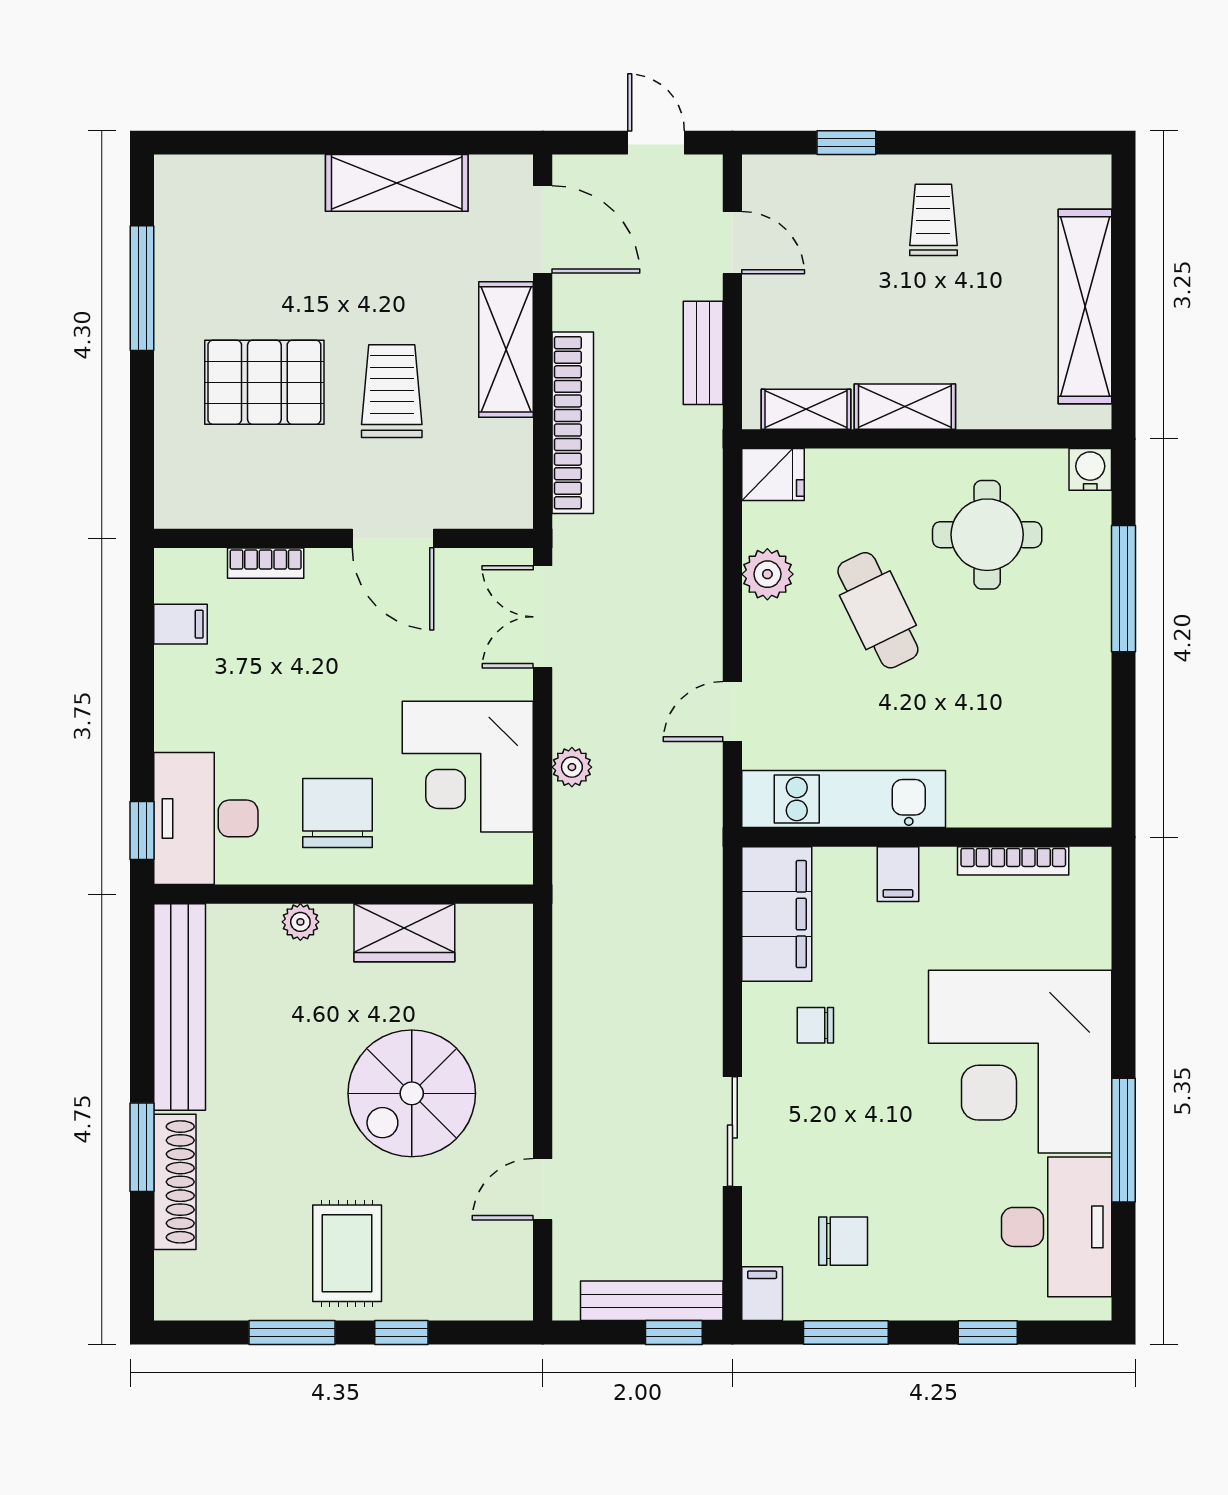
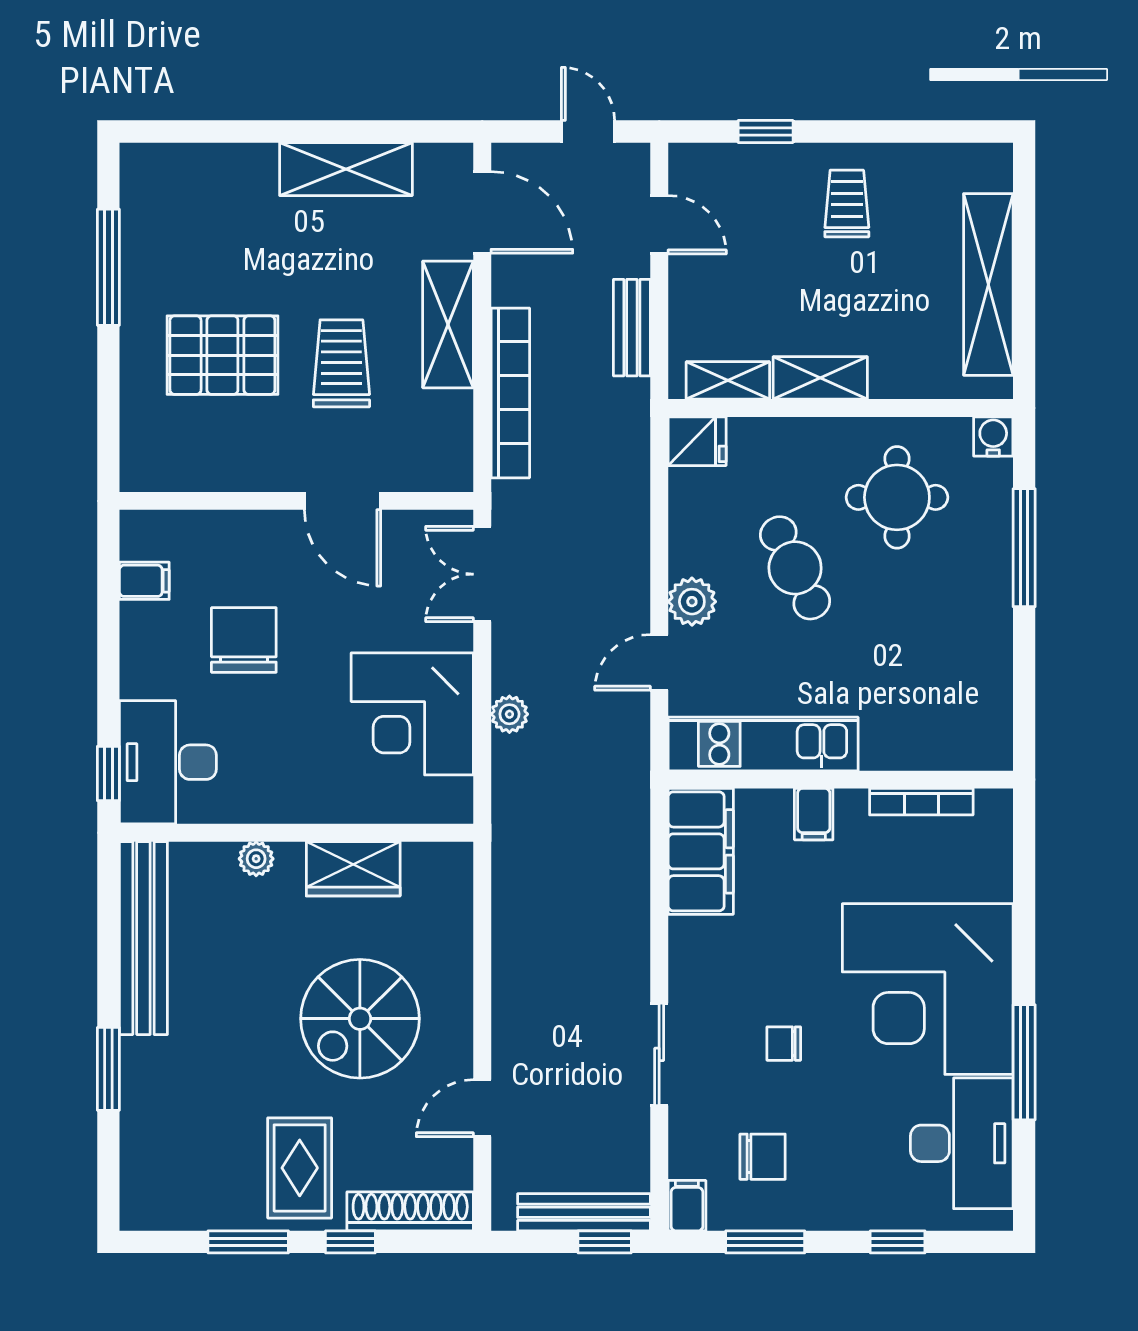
bookcase: (266, 563) -> (224, 524), removed
plant: (767, 574) -> (692, 602), moved
chair: (337, 813) -> (244, 640), moved
chair: (815, 1025) -> (784, 1044), moved
shoe rack: (175, 1182) -> (410, 1211), moved, turned -90

